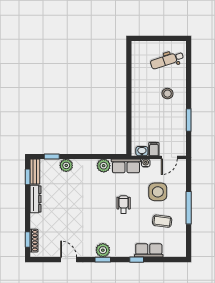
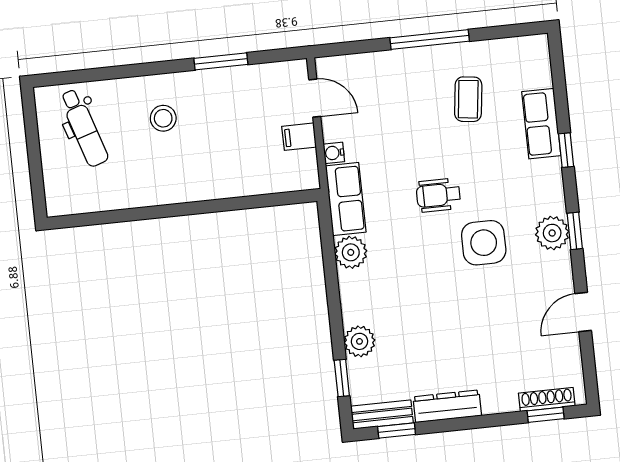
washbasin: (142, 151) -> (307, 165), removed
side table: (158, 192) -> (484, 243), moved

